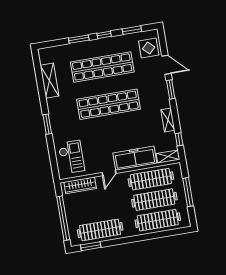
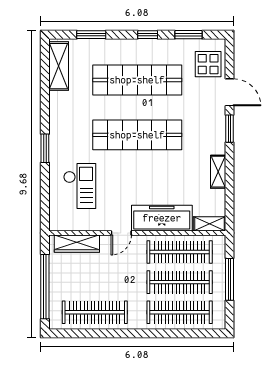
window: (79, 39) -> (91, 35), moved
shelving: (49, 81) -> (59, 66), moved
window: (179, 139) -> (230, 202), removed
checkout: (71, 157) -> (80, 186), moved
window: (91, 246) -> (77, 333), removed

